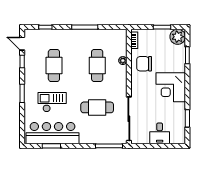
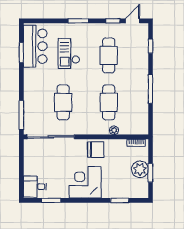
plant: (178, 37) -> (140, 169), moved
chair: (144, 64) -> (96, 150), moved, turned 90
cafe table: (54, 65) -> (109, 55), turned 90
cafe table: (97, 65) -> (109, 102), turned 90
checkout: (52, 102) -> (69, 53), turned 180
bar counter: (53, 133) -> (35, 46), width x0.73
desk: (160, 133) -> (35, 187), moved

